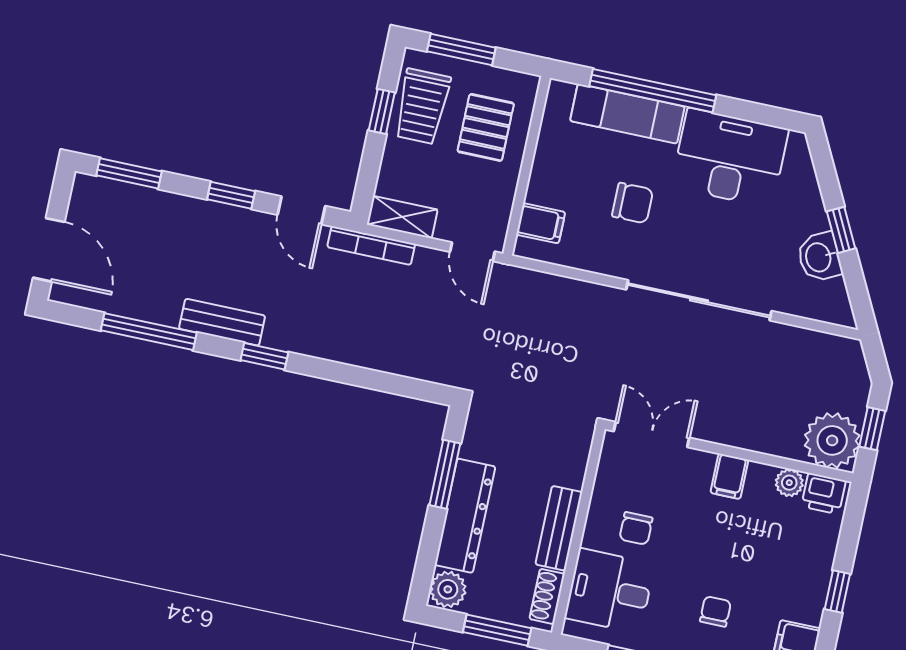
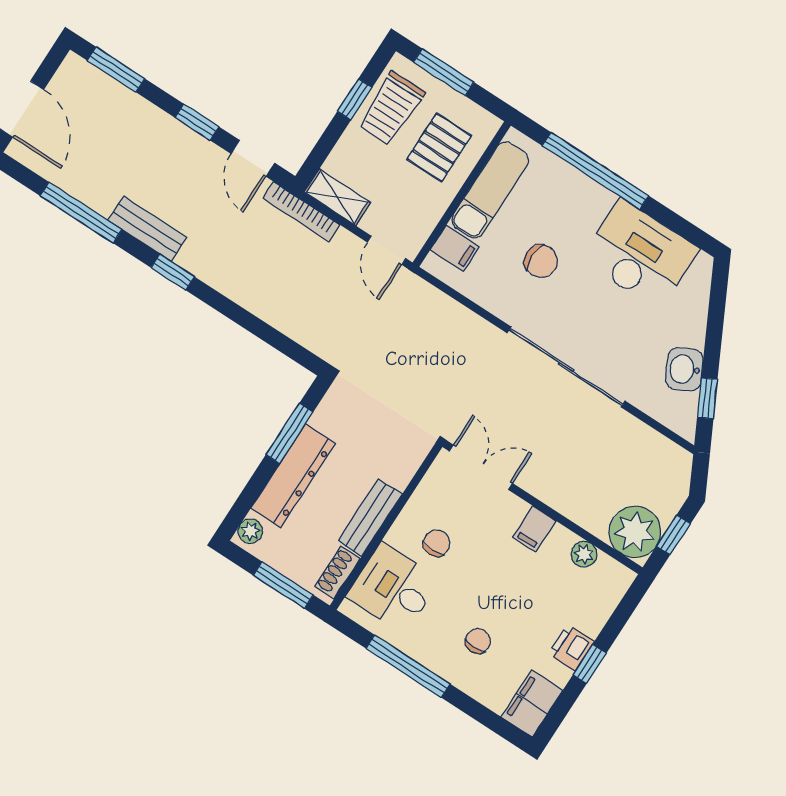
exam couch: (627, 114) -> (490, 190), moved, turned -90
window: (841, 230) -> (707, 398), moved
printer: (824, 494) -> (571, 647), moved, turned 90
chair: (636, 528) -> (437, 543), turned 180
plant: (448, 589) -> (250, 531), width x0.73, depth x0.73

